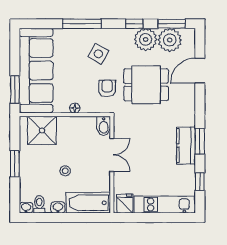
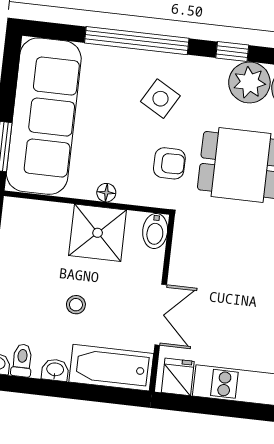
window: (82, 24) -> (137, 41), width x1.46
armchair: (107, 88) -> (169, 163), turned 90
shower: (42, 130) -> (98, 233), moved
double door: (112, 155) -> (161, 315), moved

